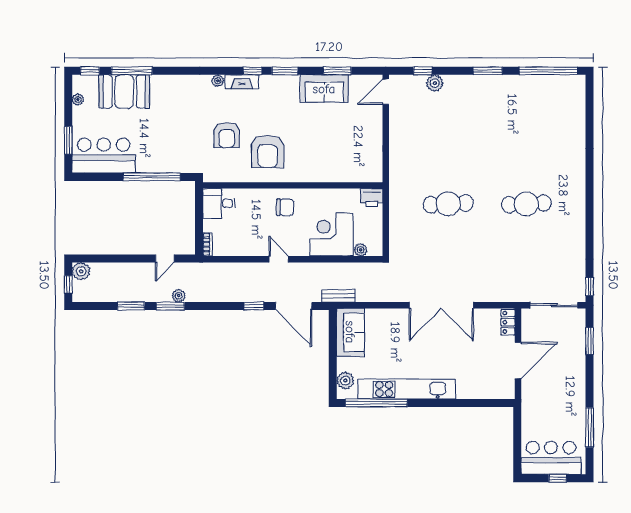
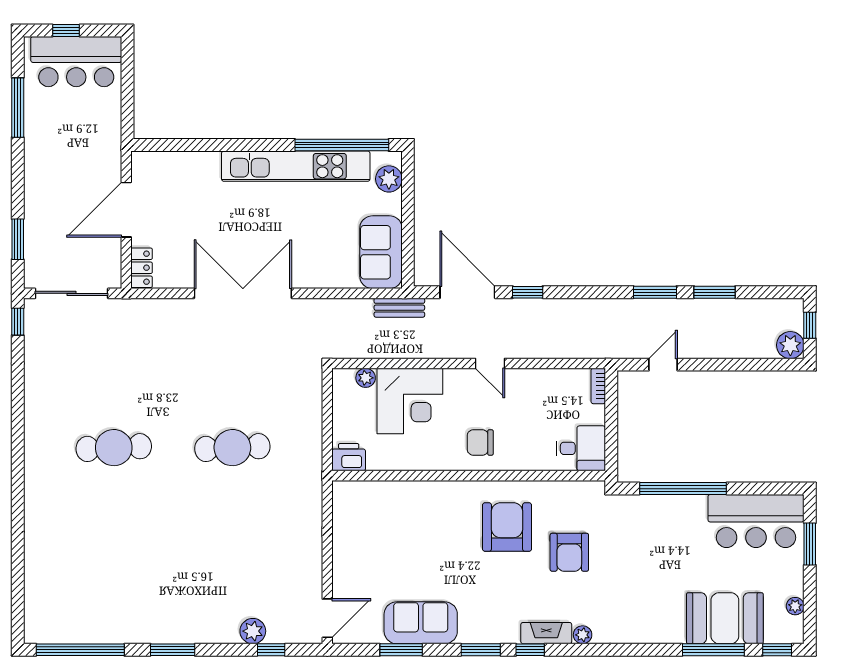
armchair: (227, 135) -> (569, 552), turned 180
plant: (179, 296) -> (642, 308), removed

